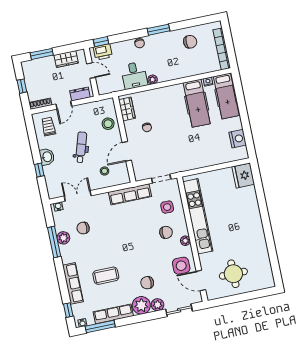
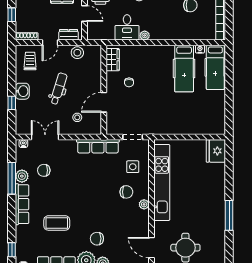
stool: (108, 124) -> (77, 53), moved
nightstand: (238, 139) -> (218, 113), removed
window: (269, 234) -> (229, 215), added
side table: (181, 266) -> (135, 229), removed
row of seats: (73, 283) -> (22, 204), moved

